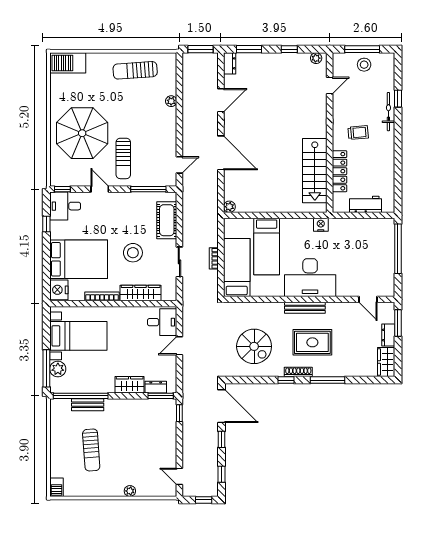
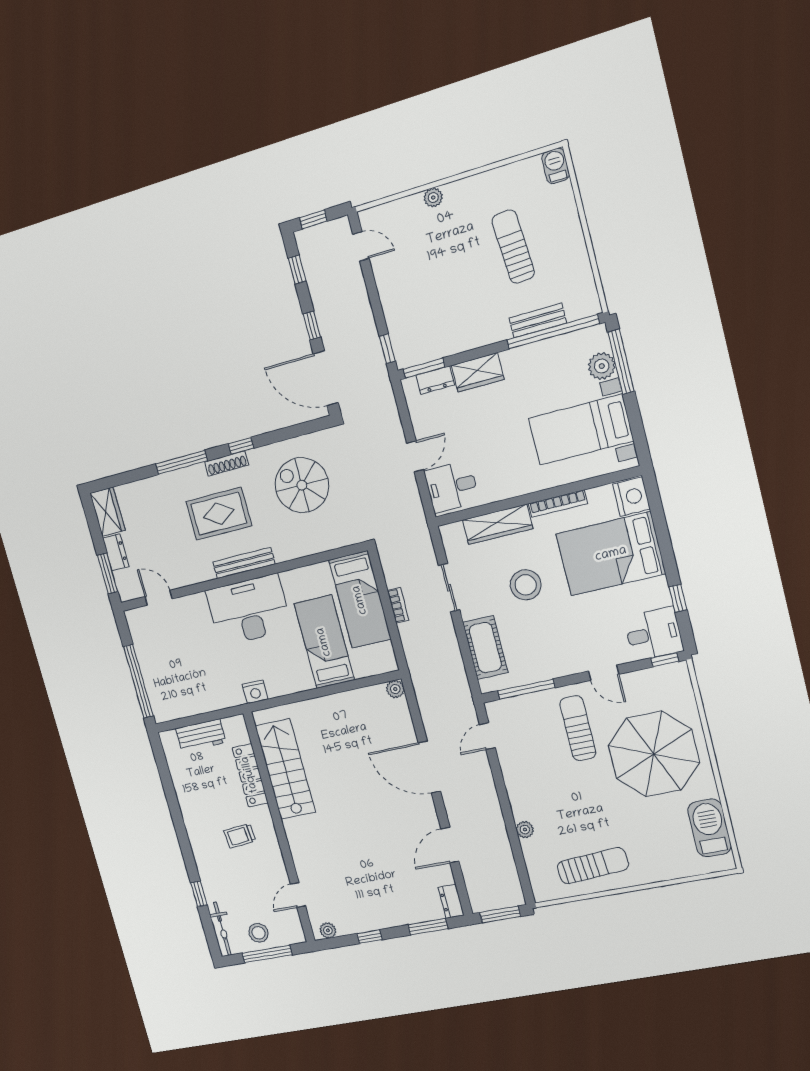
barbecue: (68, 63) -> (709, 828), moved, turned -90
bicycle: (388, 112) -> (222, 929), moved

